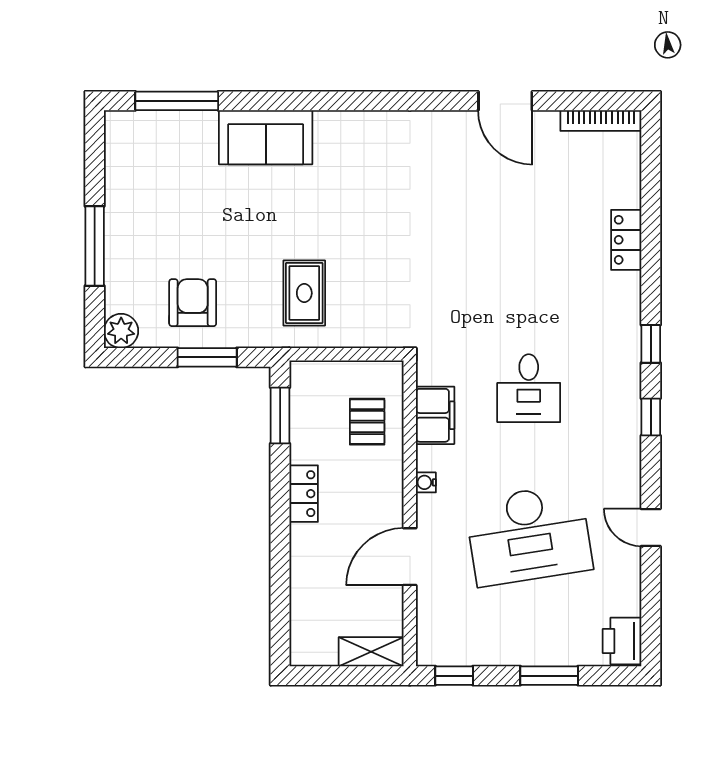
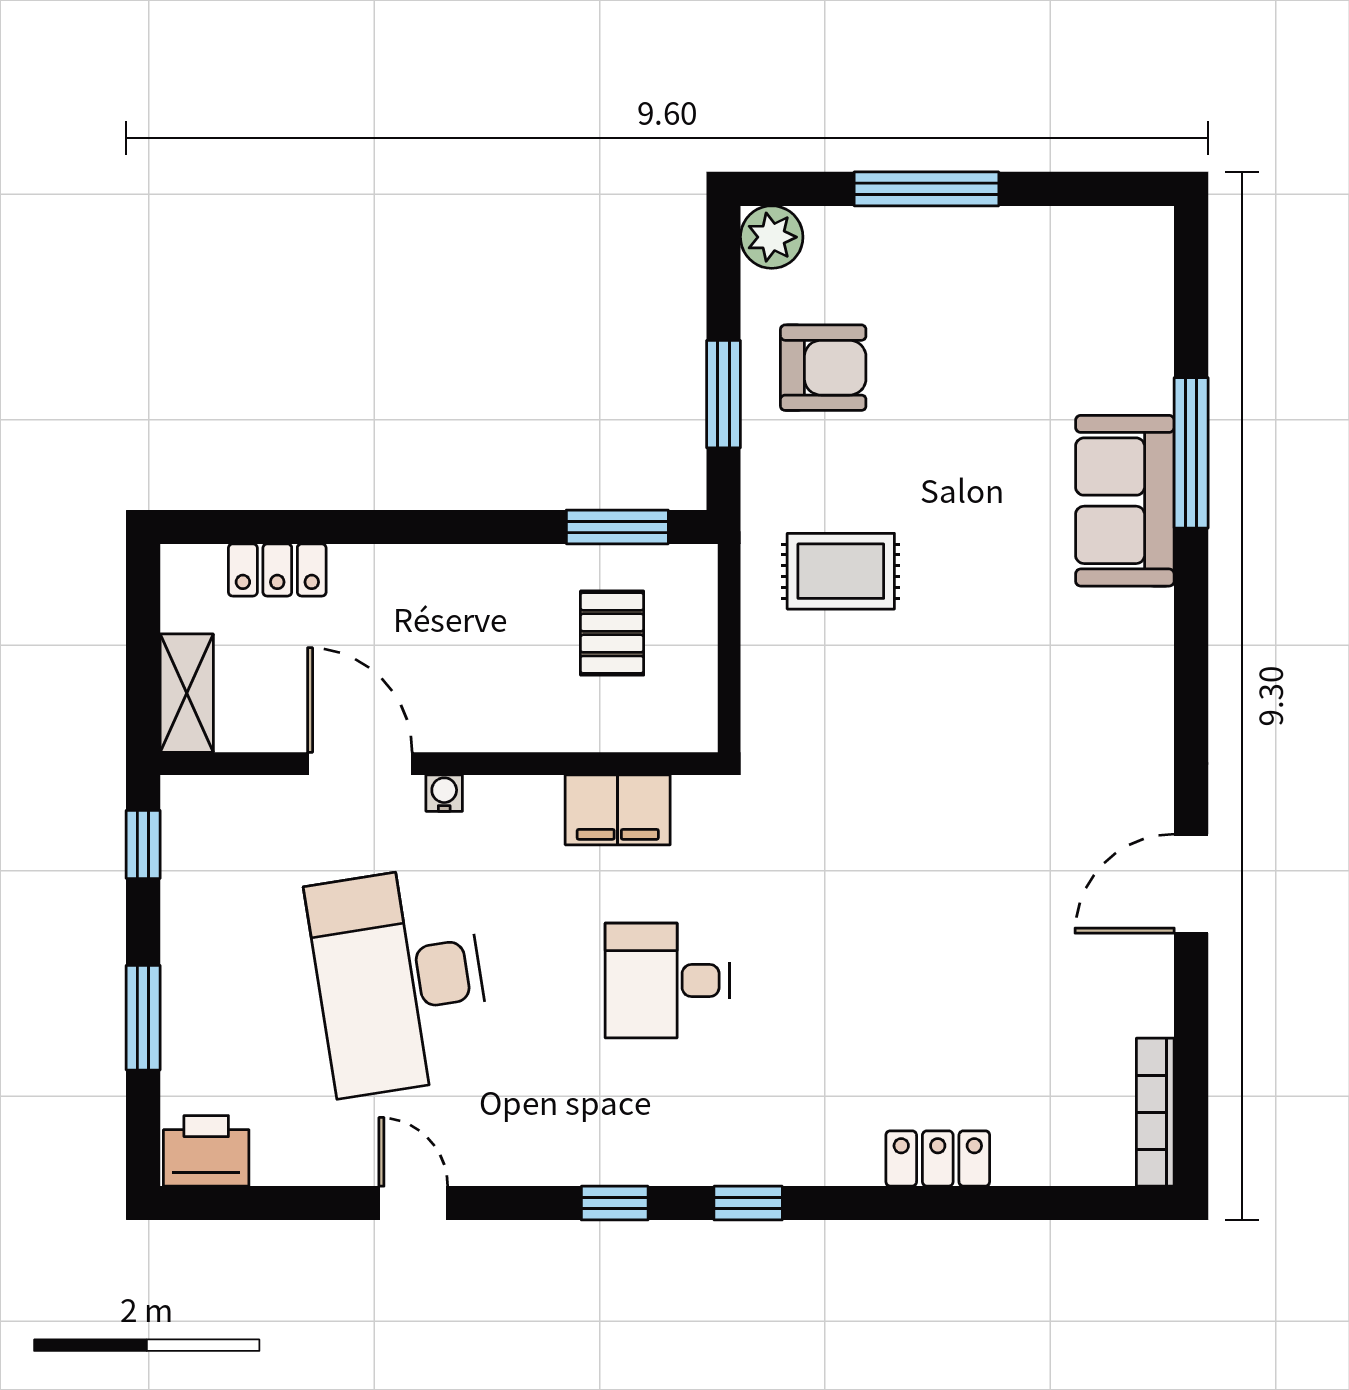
window: (177, 101) -> (1191, 453), moved
door: (505, 101) -> (1191, 884), moved
pallet: (367, 422) -> (612, 633), moved, turned 90
water cooler: (426, 482) -> (444, 793), moved
locker: (304, 494) -> (277, 570), moved
door: (651, 527) -> (413, 1203), hinge flipped

